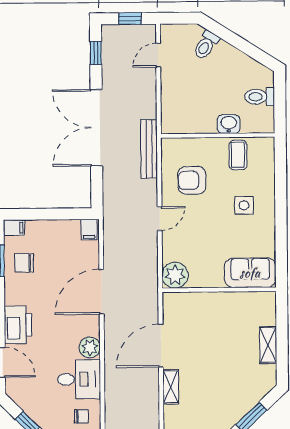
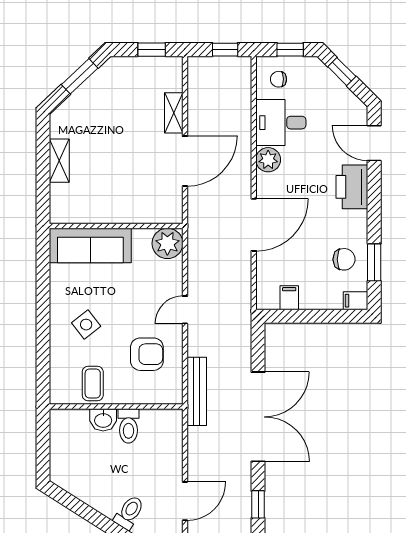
door: (158, 55) -> (185, 501), width x1.38
toilet: (260, 97) -> (128, 426), moved, turned 90
side table: (244, 205) -> (86, 325), turned -38
filing cabinet: (89, 230) -> (289, 298), moved
sofa: (250, 273) -> (90, 245), width x1.36

